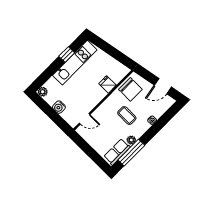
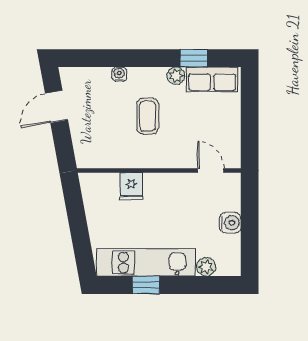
door: (163, 86) -> (56, 106), swing flipped
chair: (130, 89) -> (106, 147), removed
plant: (43, 92) -> (206, 267), moved
window: (131, 153) -> (193, 58), width x0.46

